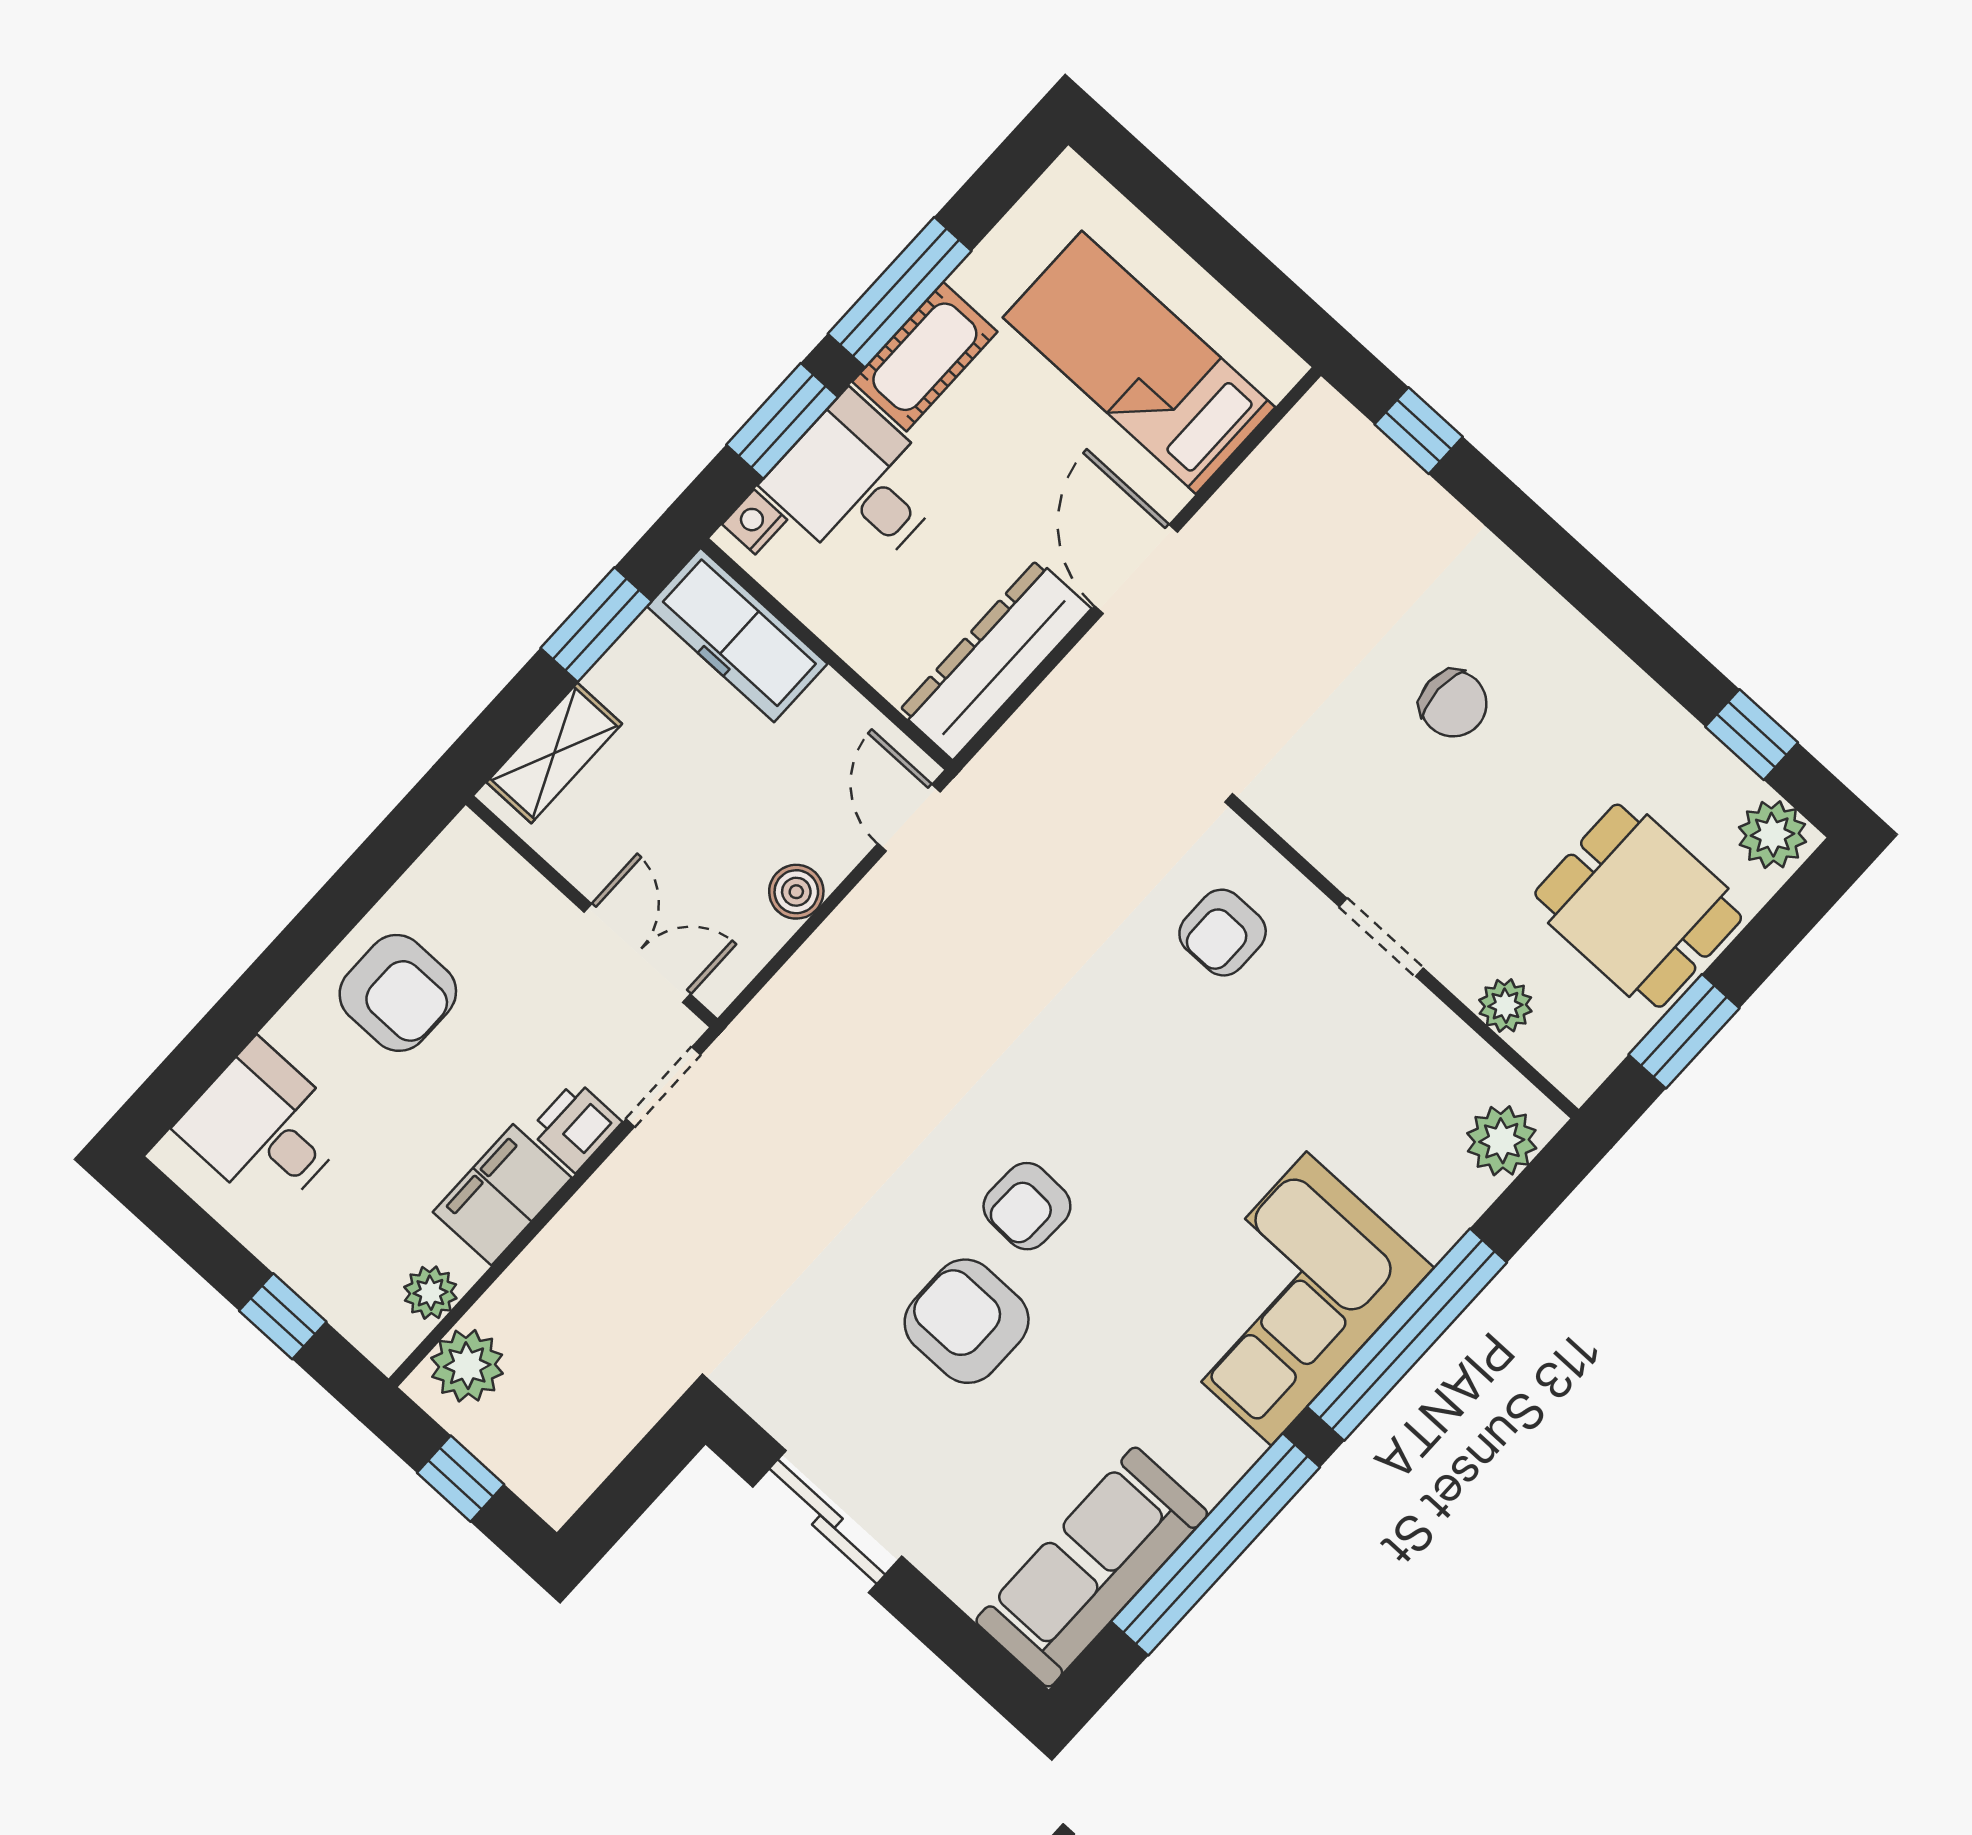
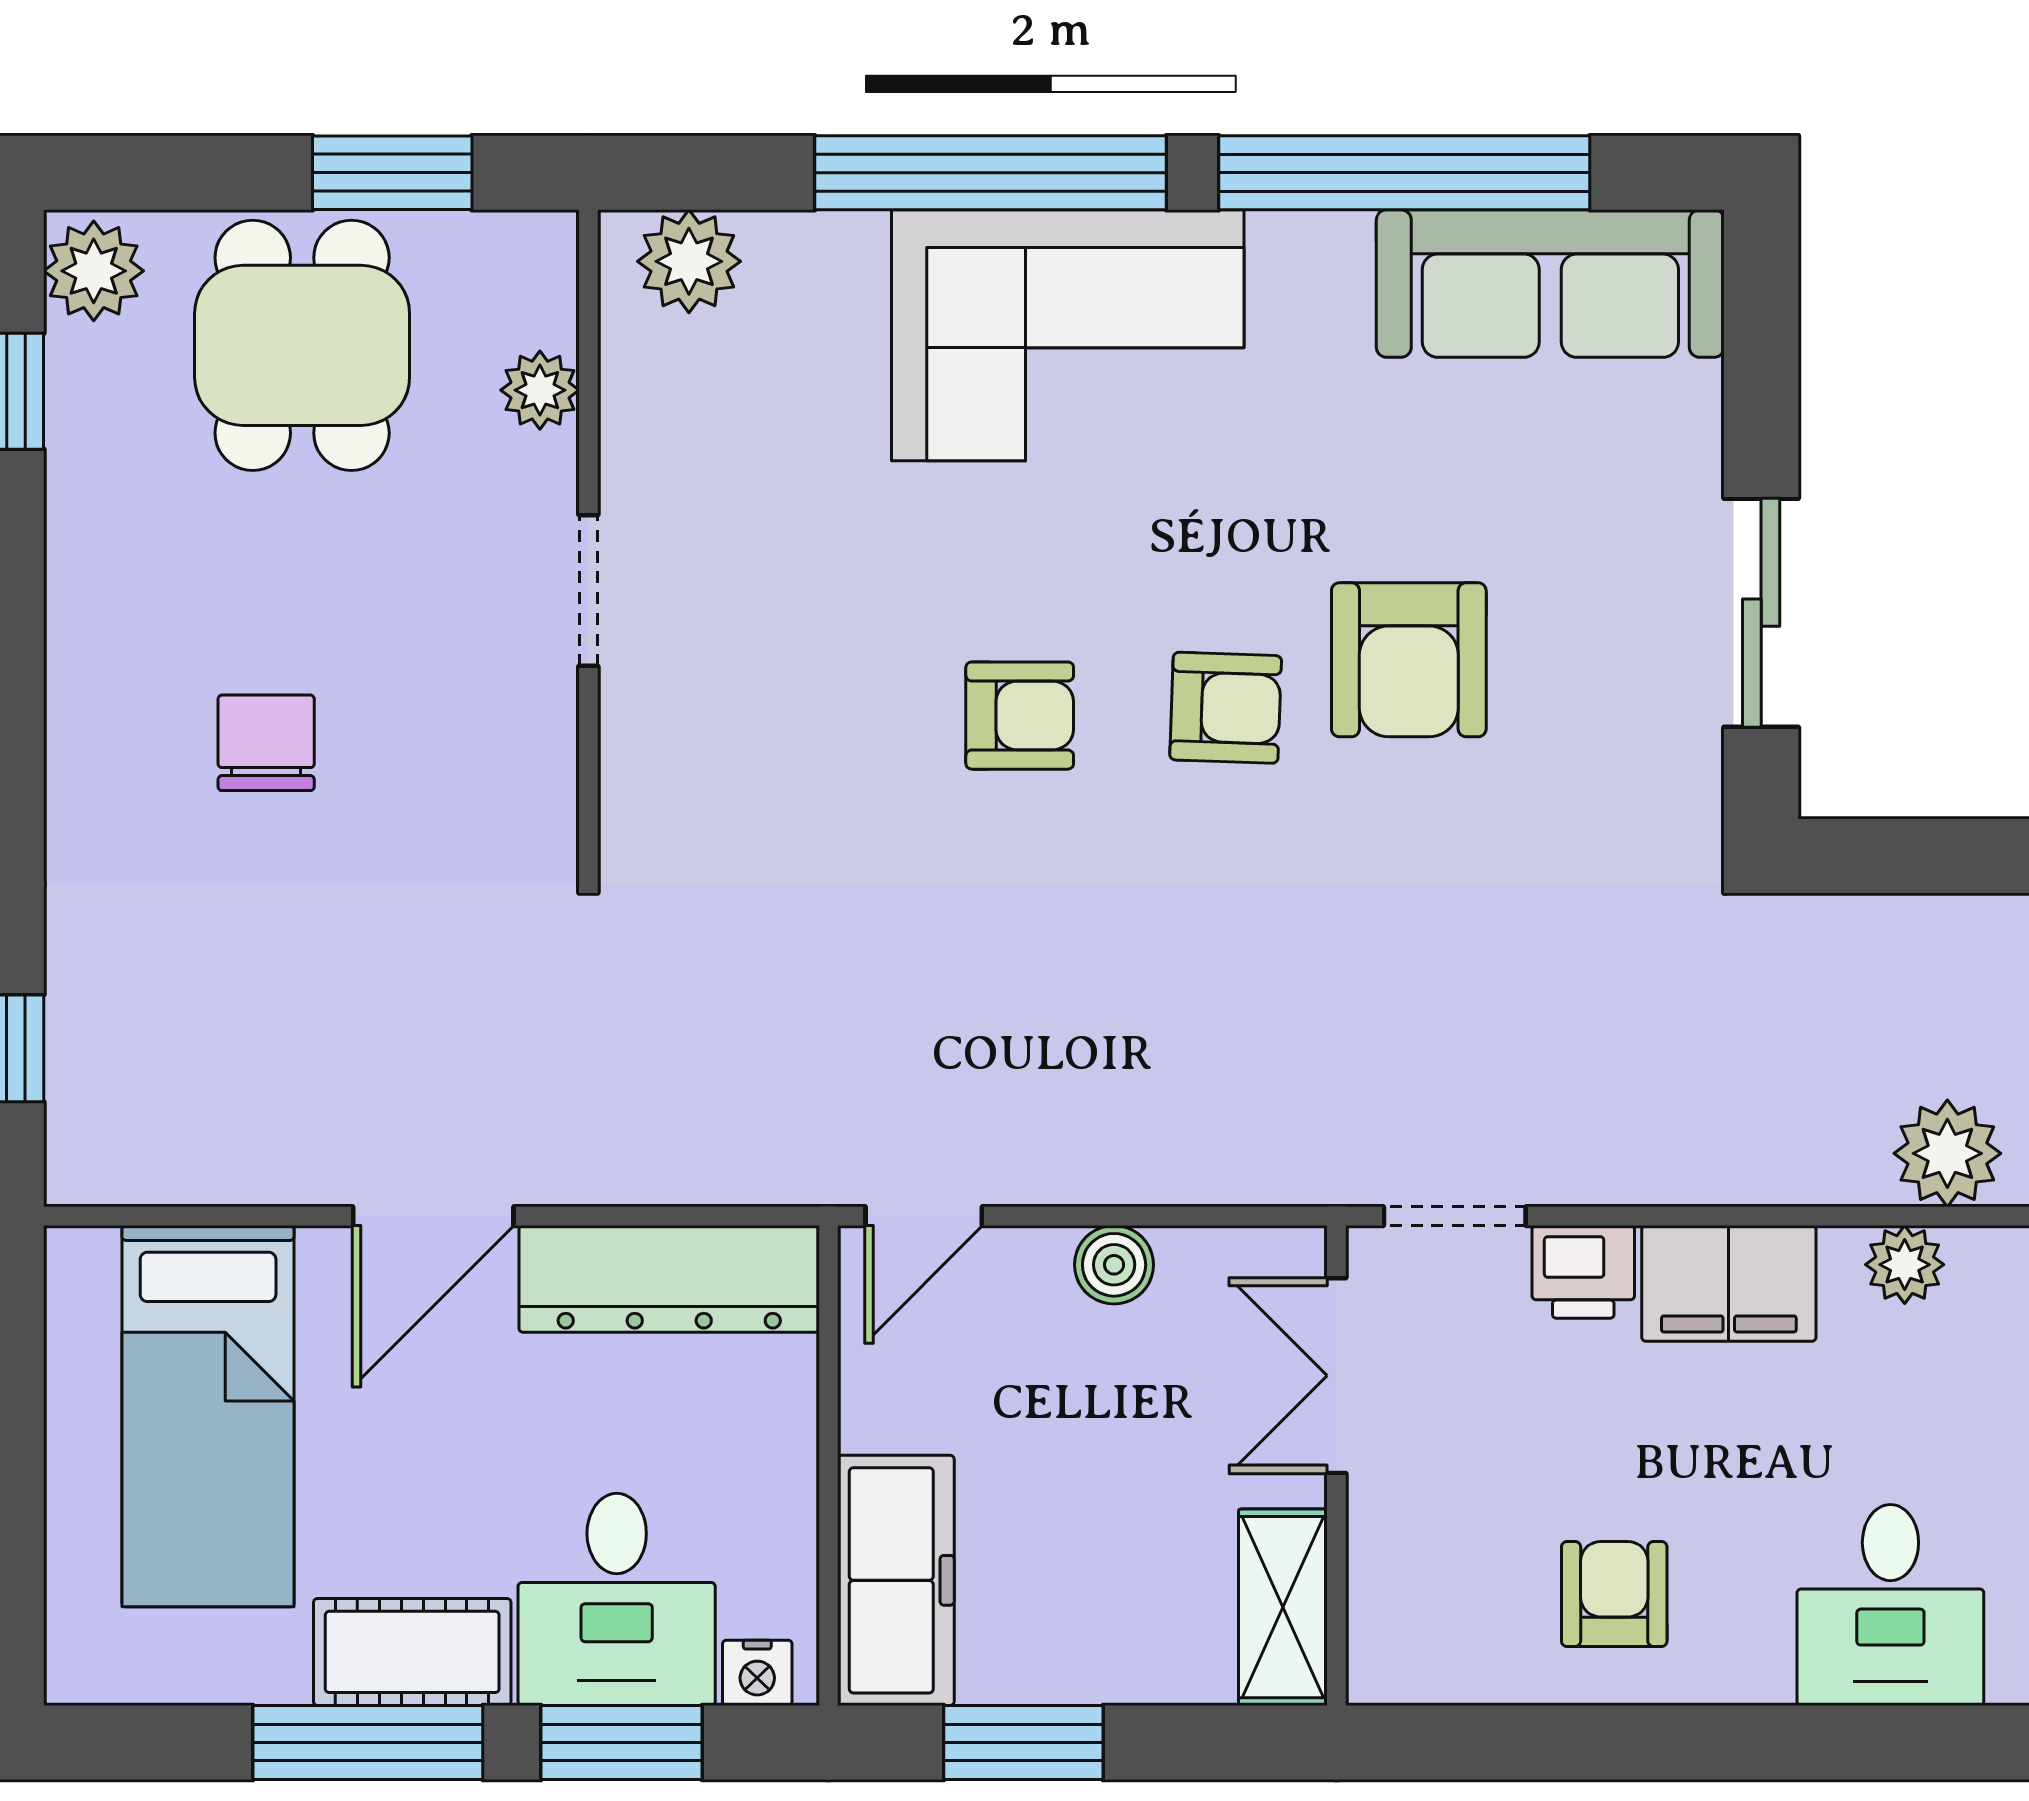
shelving: (554, 753) -> (1283, 1607), moved, turned 90
armchair: (1223, 933) -> (1020, 716), moved
armchair: (398, 993) -> (1614, 1594), width x0.72, depth x0.72

